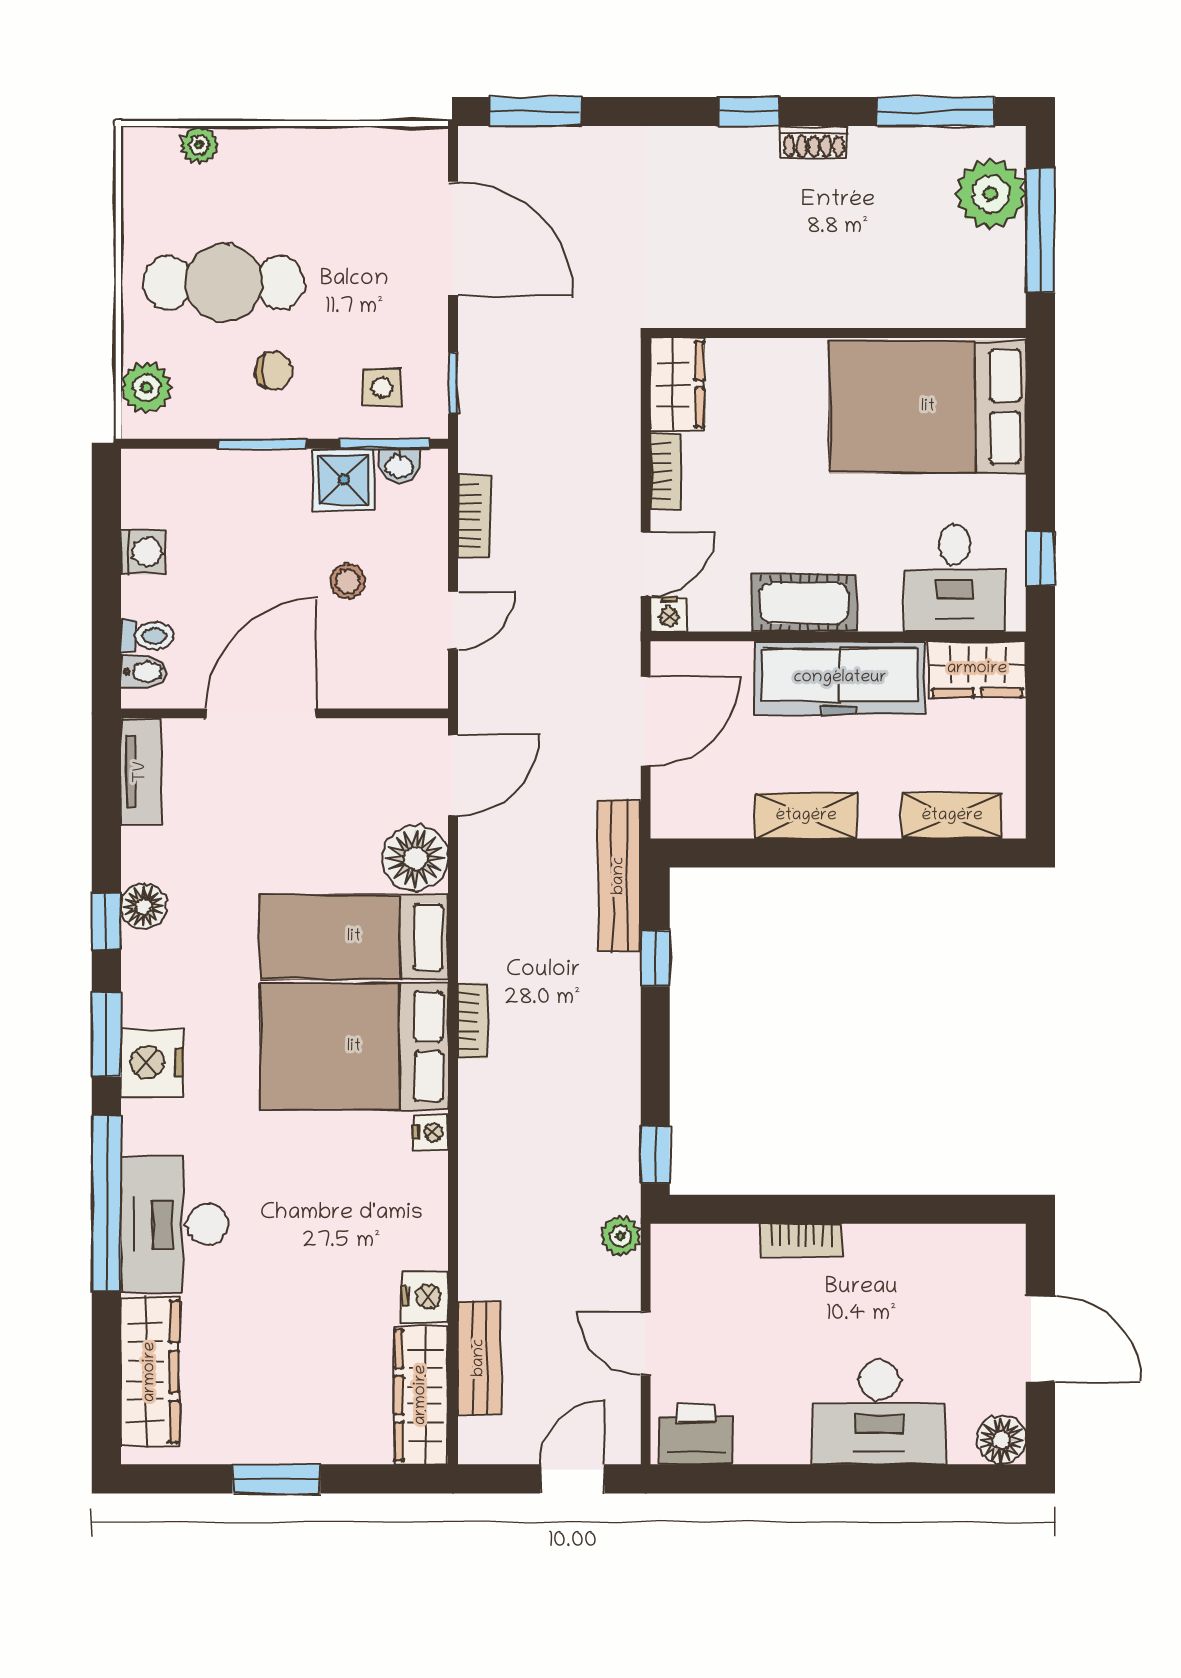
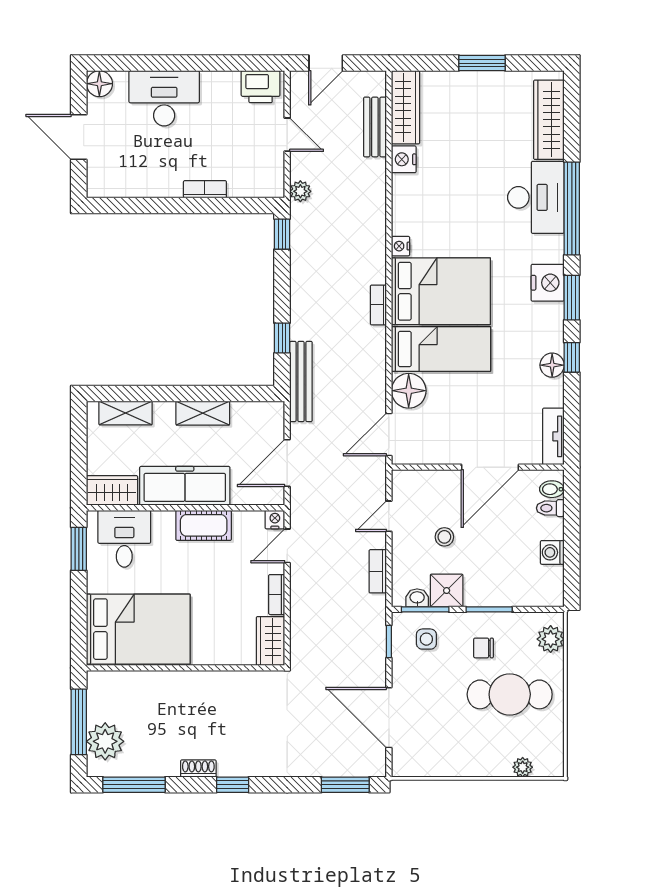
window: (1040, 558) -> (79, 549), width x1.50

